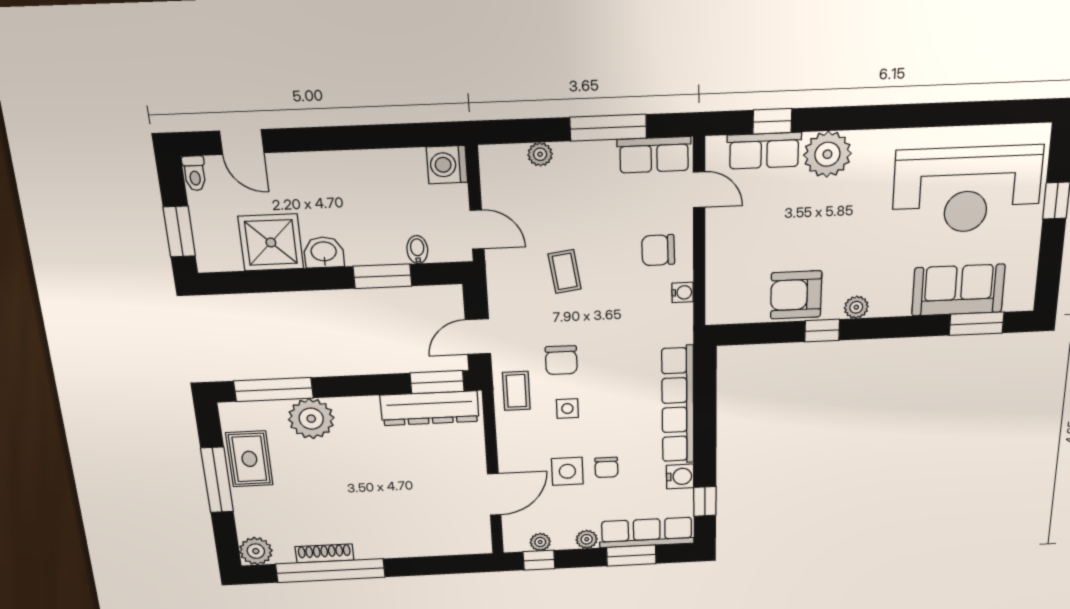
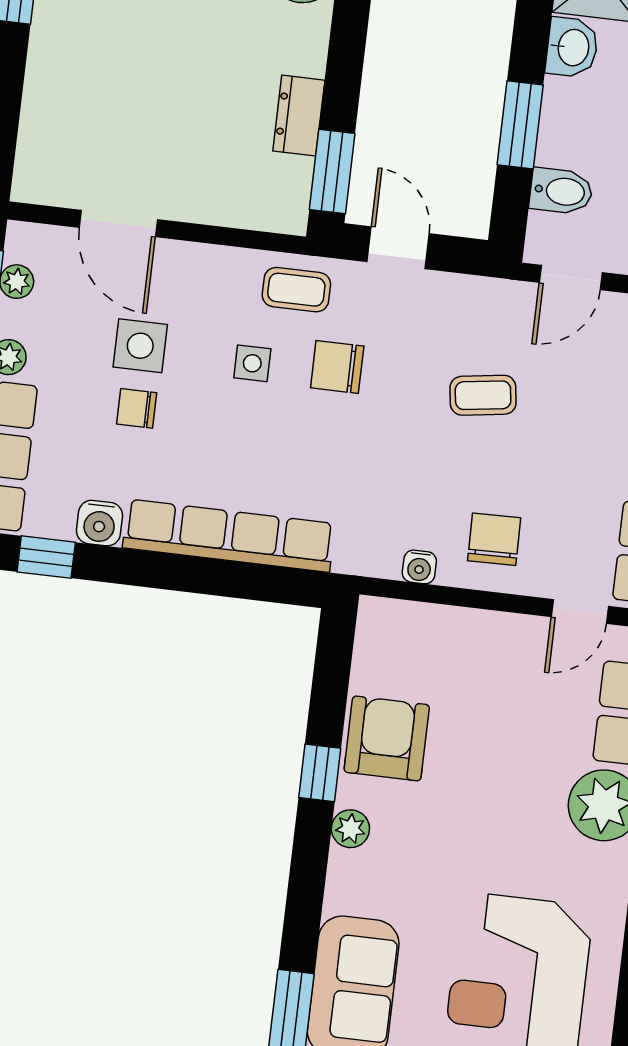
bidet: (417, 250) -> (561, 191), width x1.38, depth x1.36
dresser: (430, 408) -> (299, 116), width x0.51, depth x0.80

